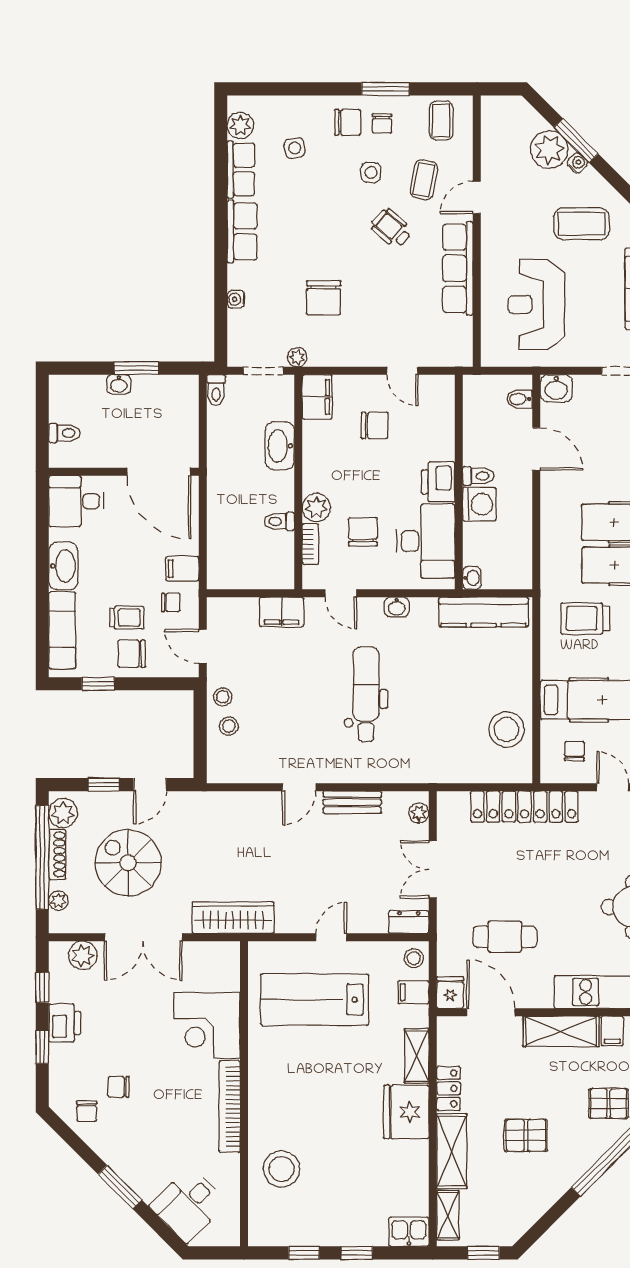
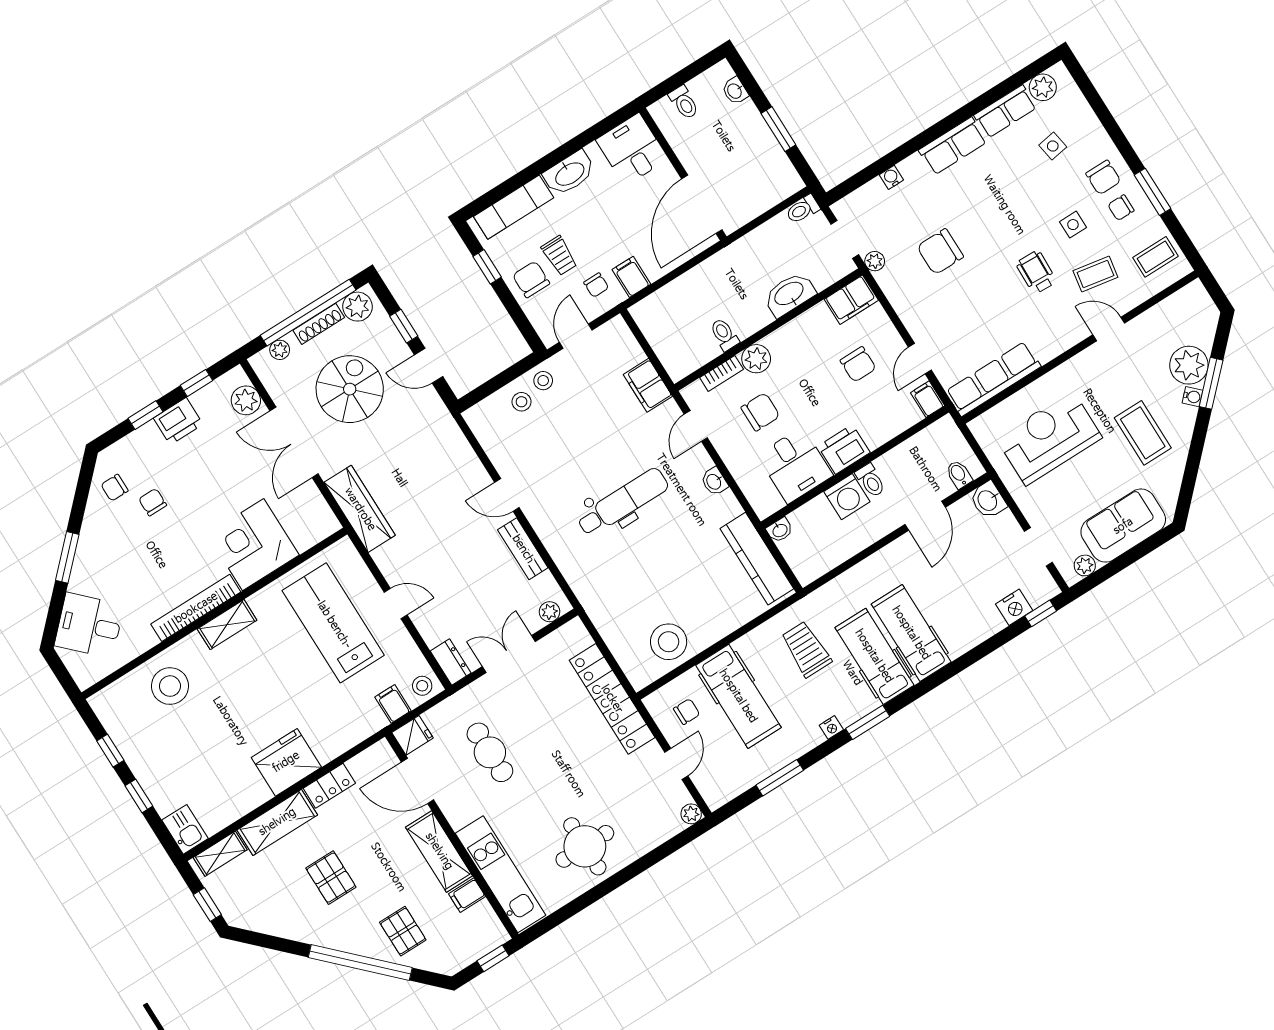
wheelchair: (391, 228) -> (1036, 272), turned -39
row of seats: (458, 268) -> (993, 379), moved
washbasin: (119, 384) -> (735, 91), moved
filing cabinet: (440, 386) -> (928, 399), added
desk: (426, 541) -> (795, 465), width x0.73
door: (491, 1012) -> (418, 781), swing flipped
shelving: (417, 1056) -> (227, 625), moved

